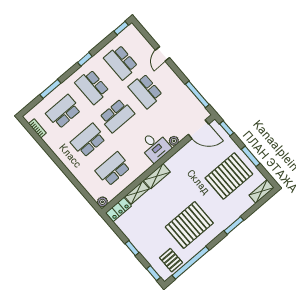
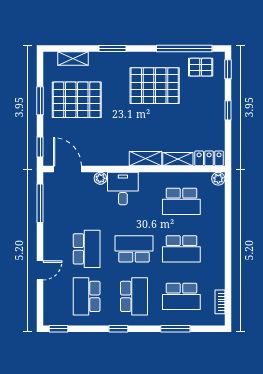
school desk: (121, 62) -> (87, 296), turned 180
shelving: (262, 191) -> (73, 58), moved
pallet: (171, 260) -> (201, 67), turned 90

